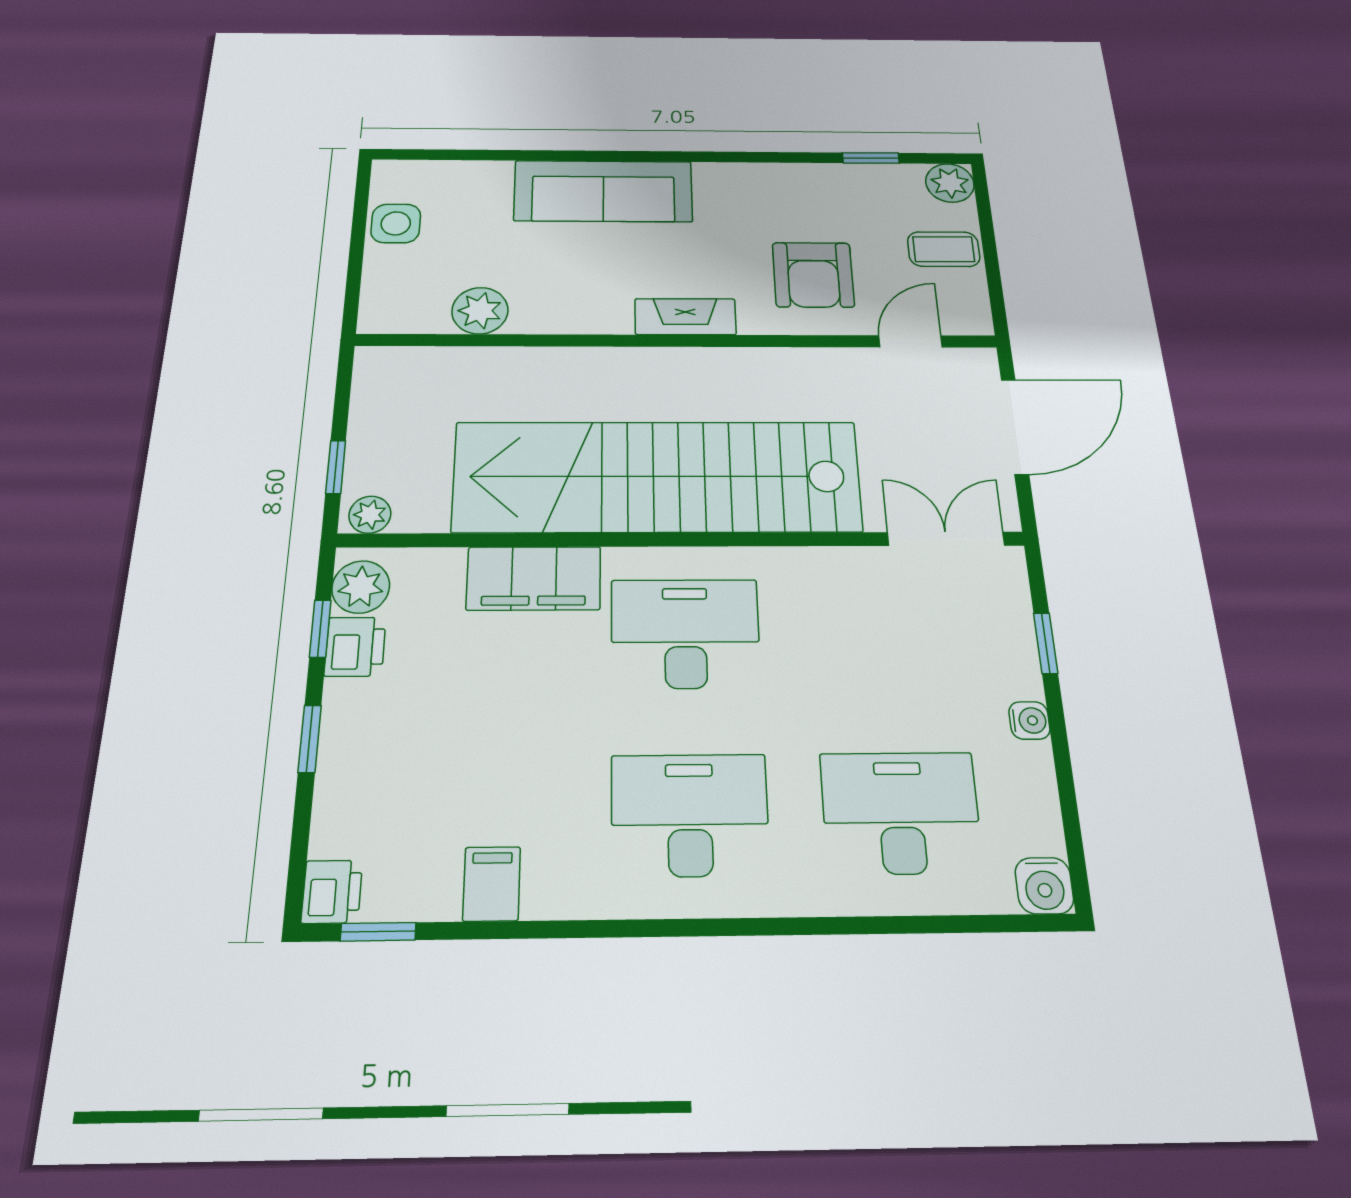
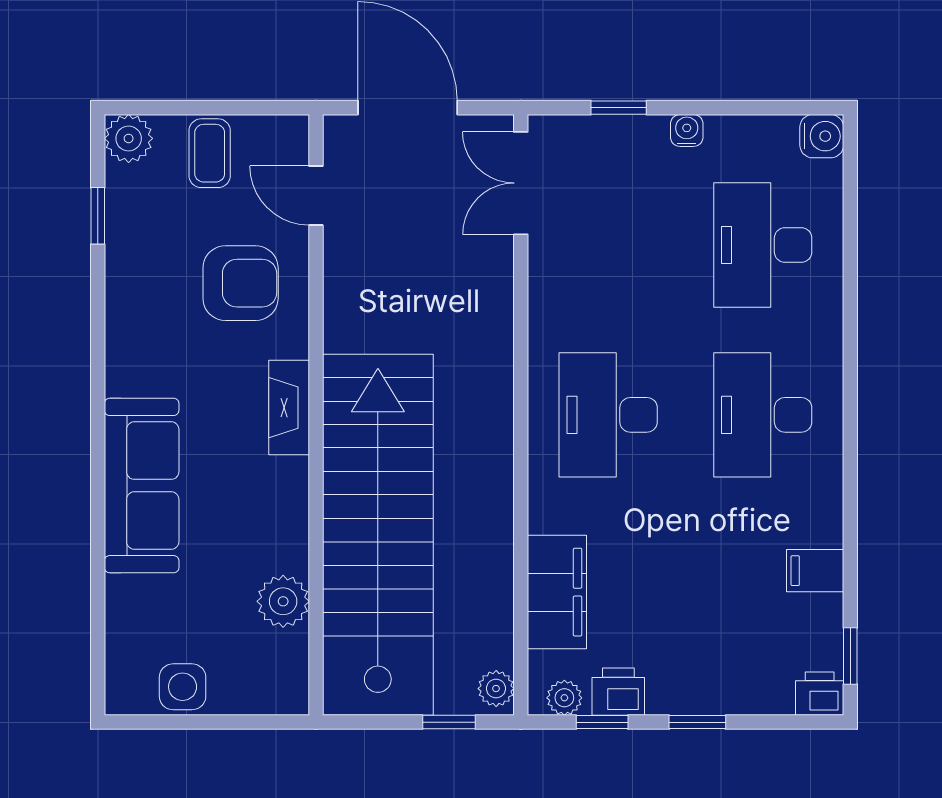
stairs: (657, 477) -> (378, 535), moved, turned 180
filing cabinet: (534, 578) -> (557, 592), moved
plant: (361, 587) -> (564, 698), width x0.73, depth x0.73

